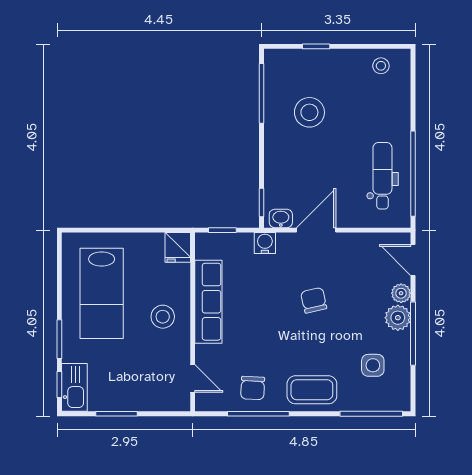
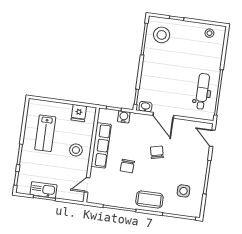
stool: (309, 112) -> (162, 35), moved
door: (316, 230) -> (163, 115), swing flipped
water cooler: (265, 243) -> (124, 117), moved
fridge: (178, 247) -> (79, 113), moved
lab bench: (102, 293) -> (45, 133), width x0.73, depth x0.72
plant: (401, 293) -> (204, 155), removed
plant: (398, 318) -> (200, 168), removed
door: (193, 379) -> (87, 185), swing flipped
kitchen sink: (74, 387) -> (44, 190), moved, turned -90
chair: (253, 388) -> (127, 166), moved

